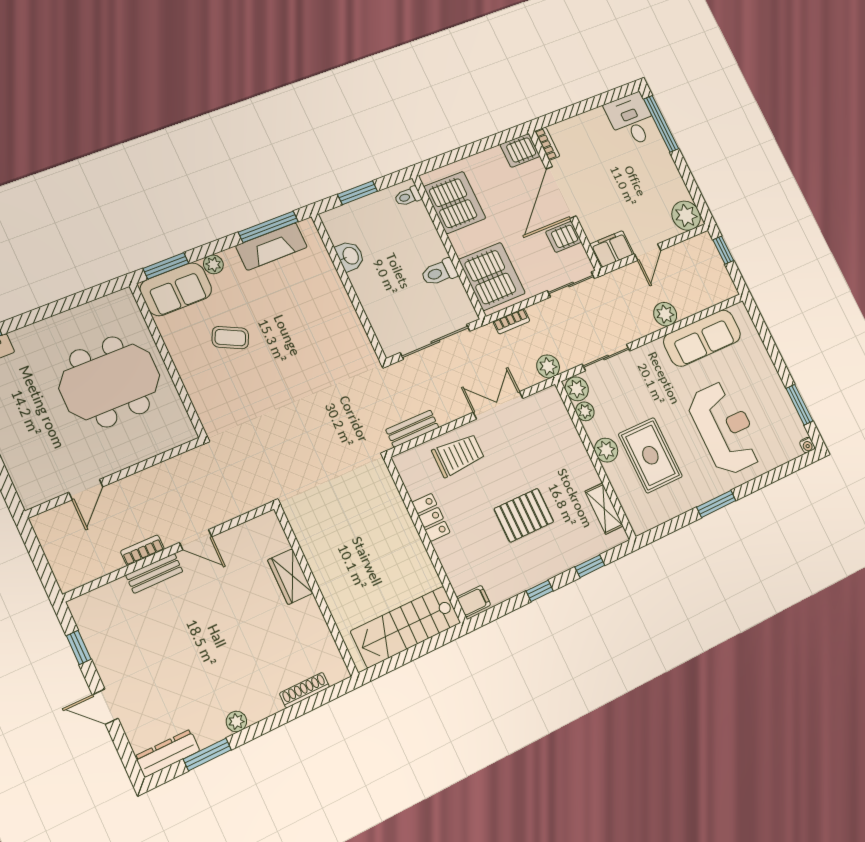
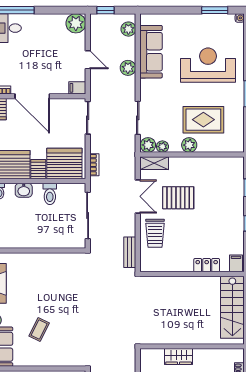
server rack: (564, 237) -> (38, 169), moved, turned 180
filing cabinet: (612, 249) -> (77, 88), width x0.50
washbasin: (350, 256) -> (24, 190), moved, turned 180
plant: (548, 366) -> (128, 29), moved
double door: (498, 405) -> (138, 196), swing flipped
trolley: (458, 455) -> (155, 233), turned 180
shelving: (604, 509) -> (154, 163), moved
pallet: (524, 515) -> (178, 198), moved, turned 90
locker: (431, 517) -> (207, 265), moved

